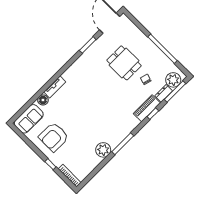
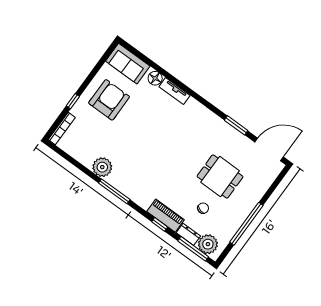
dining table: (124, 63) -> (220, 176), turned 90
armchair: (54, 137) -> (109, 100), turned 90

